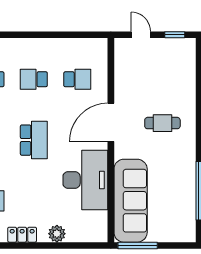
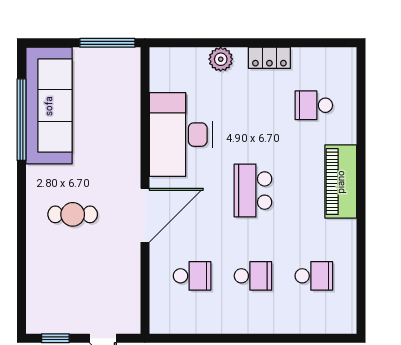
school desk: (77, 79) -> (192, 276), turned 180
sofa: (131, 201) -> (49, 106), moved, turned 180

